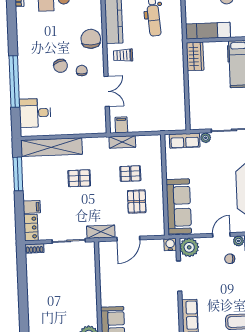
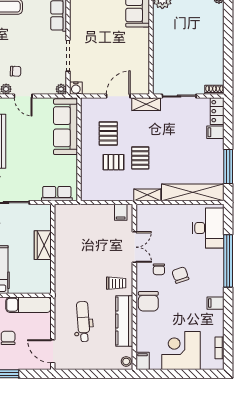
filing cabinet: (25, 40) -> (216, 303), added
wardrobe: (195, 56) -> (43, 245), moved
double door: (107, 91) -> (134, 247), swing flipped
desk: (35, 113) -> (208, 228), width x1.37
plant: (206, 138) -> (35, 196), removed
shelving: (122, 142) -> (147, 195), moved
pallet: (79, 178) -> (140, 158), moved, turned 90
door: (221, 235) -> (23, 96), hinge flipped
plant: (189, 247) -> (61, 89), width x0.53, depth x0.53

